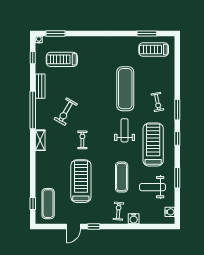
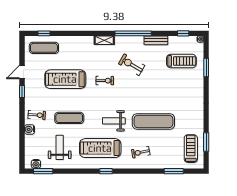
window: (56, 34) -> (206, 67), moved
treadmill: (62, 59) -> (181, 61), turned 90
window: (177, 110) -> (174, 171), moved
weight bench: (125, 130) -> (114, 121), turned 180
treadmill: (153, 145) -> (100, 148), turned 180
window: (177, 178) -> (43, 171), moved
treadmill: (81, 181) -> (65, 79), turned 180
door: (73, 227) -> (22, 72), hinge flipped

